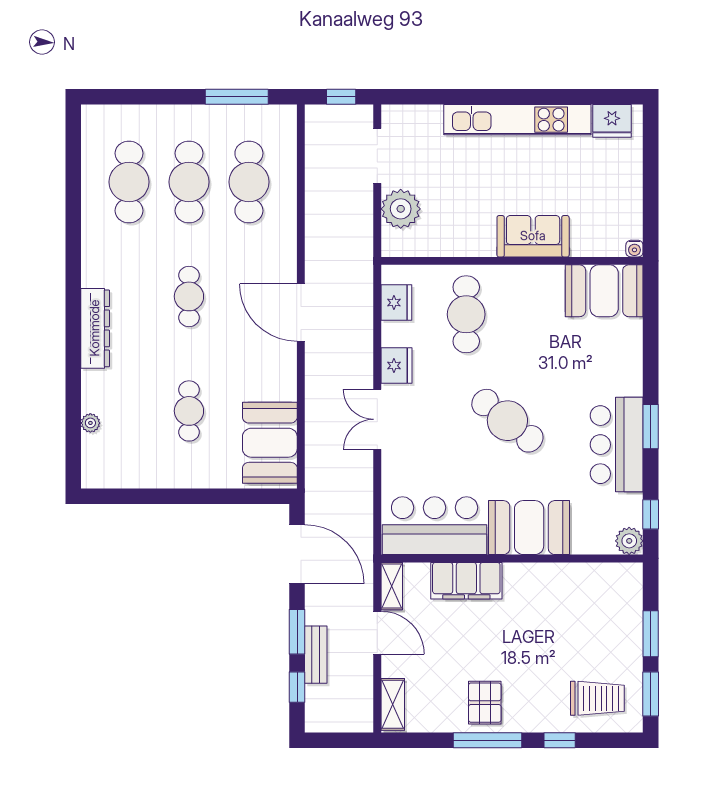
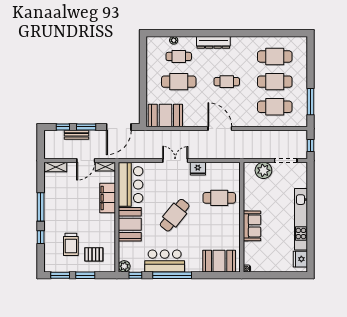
booth: (604, 291) -> (219, 261), moved, turned 90
fridge: (396, 303) -> (224, 169), removed
door: (301, 313) -> (220, 129), hinge flipped
cafe table: (129, 411) -> (179, 56), added
cafe table: (189, 411) -> (179, 82), width x1.37, depth x1.35
window: (651, 427) -> (172, 275), width x2.11
trolley: (597, 698) -> (71, 244), moved
pallet: (485, 703) -> (94, 254), moved

